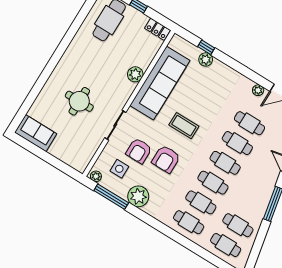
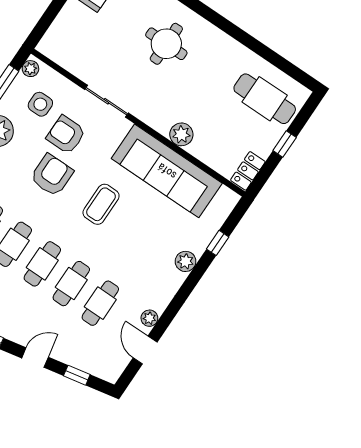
plant: (206, 59) -> (186, 261), moved
round table: (79, 101) -> (166, 44), moved
armchair: (166, 159) -> (52, 175), turned 90

